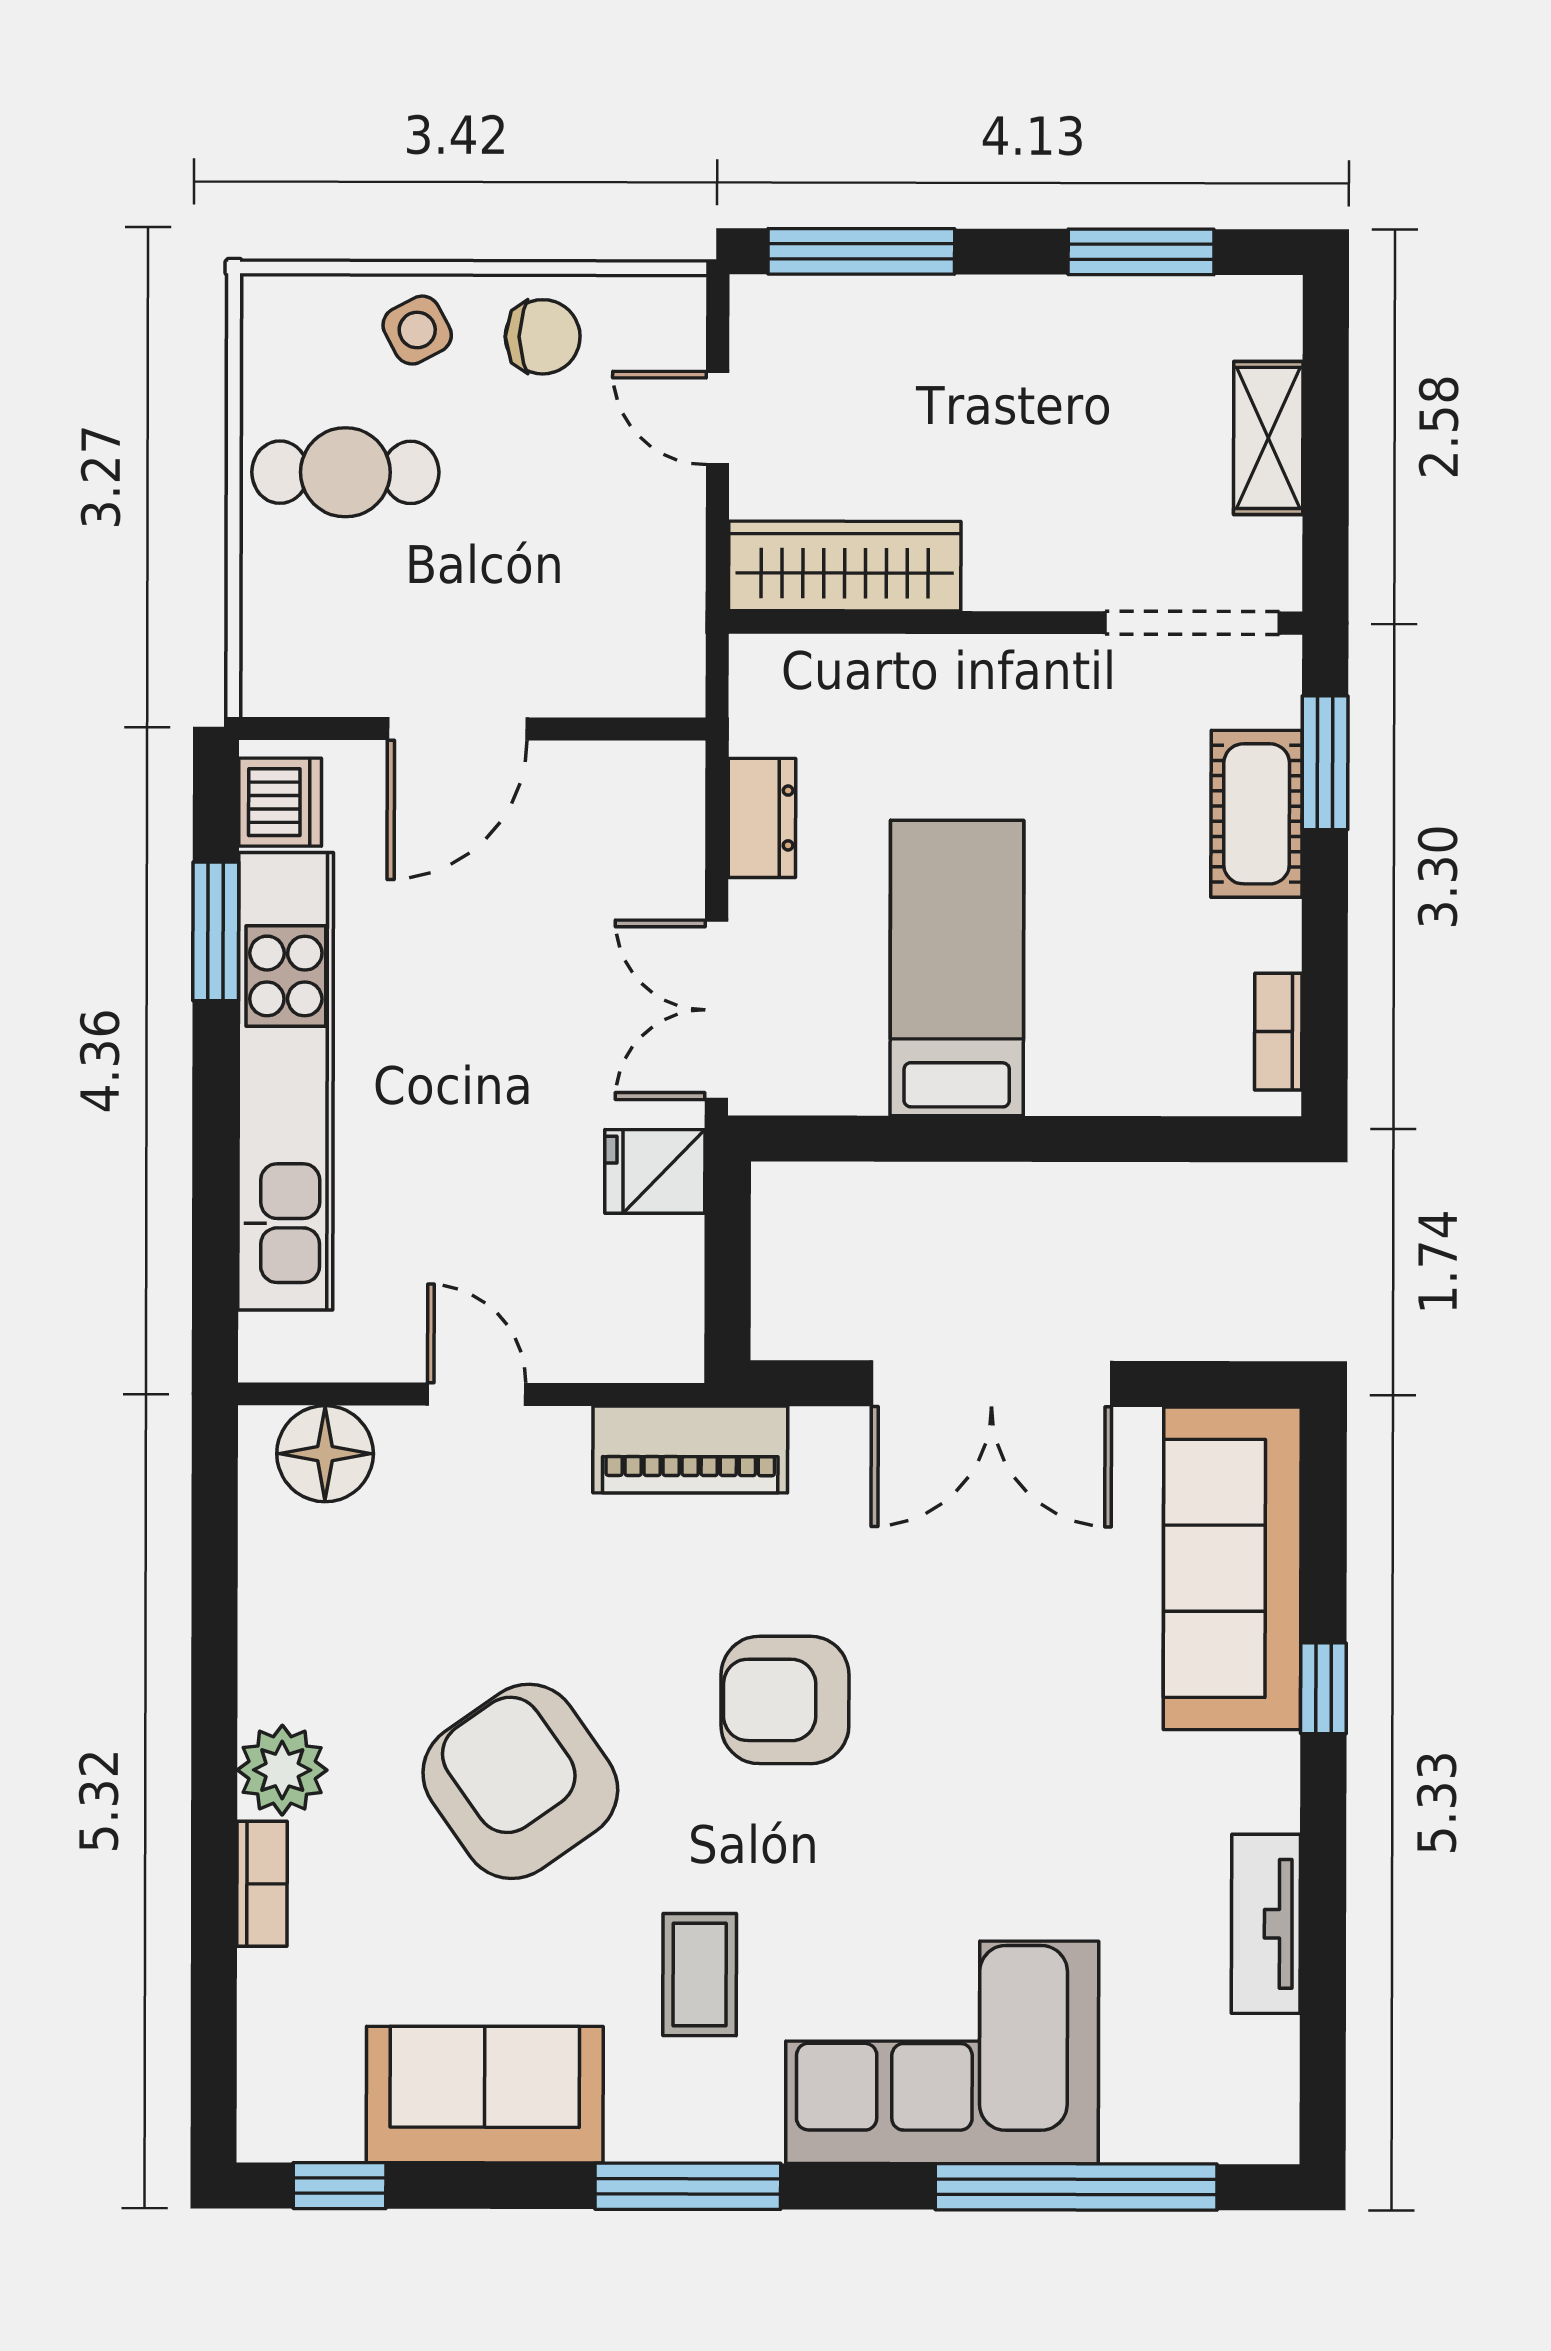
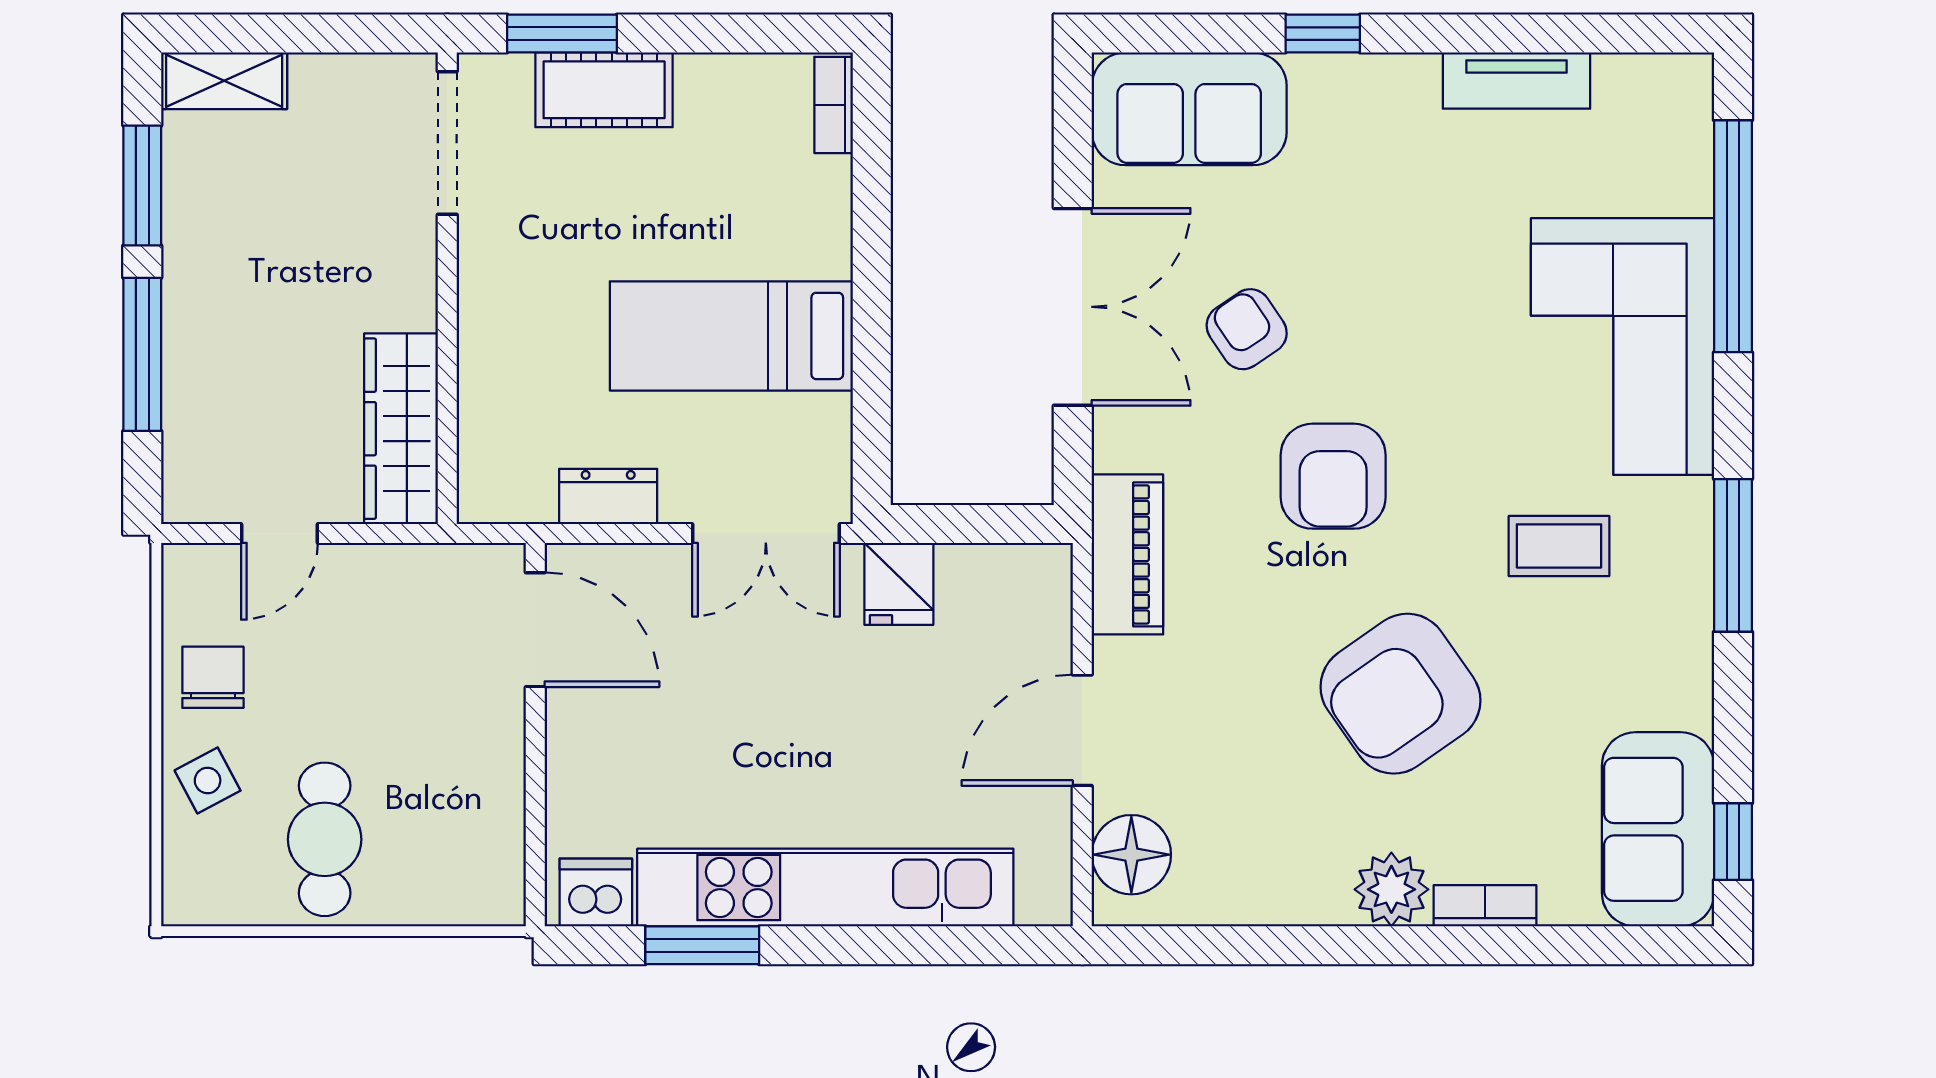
window: (861, 251) -> (142, 354), moved
shelving: (1268, 438) -> (224, 81), moved
door: (457, 729) -> (535, 630), moved
bookcase: (1278, 1032) -> (834, 105), moved, turned 90
door: (477, 1394) -> (1082, 730), width x1.38
sofa: (1232, 1568) -> (1189, 109), width x0.73
armchair: (964, 1595) -> (1247, 329), added
sofa: (485, 2095) -> (1658, 829), moved

